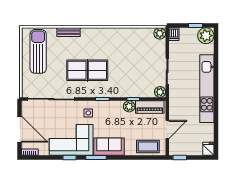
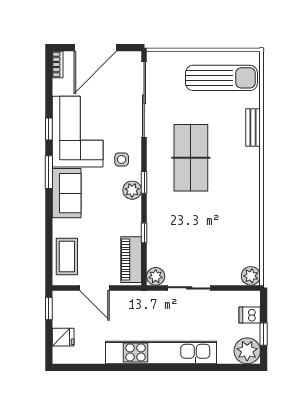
dishwasher: (174, 34) -> (250, 315), moved
plant: (129, 106) -> (132, 190), moved
fridge: (208, 149) -> (63, 337), moved

